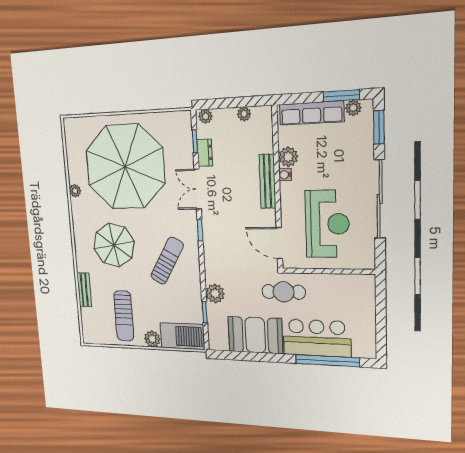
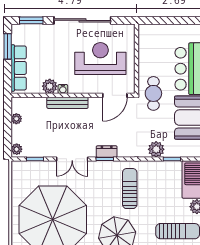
plant: (353, 108) -> (17, 38), removed
dresser: (205, 153) -> (107, 151), moved
sun lounger: (167, 261) -> (130, 189), turned 60

